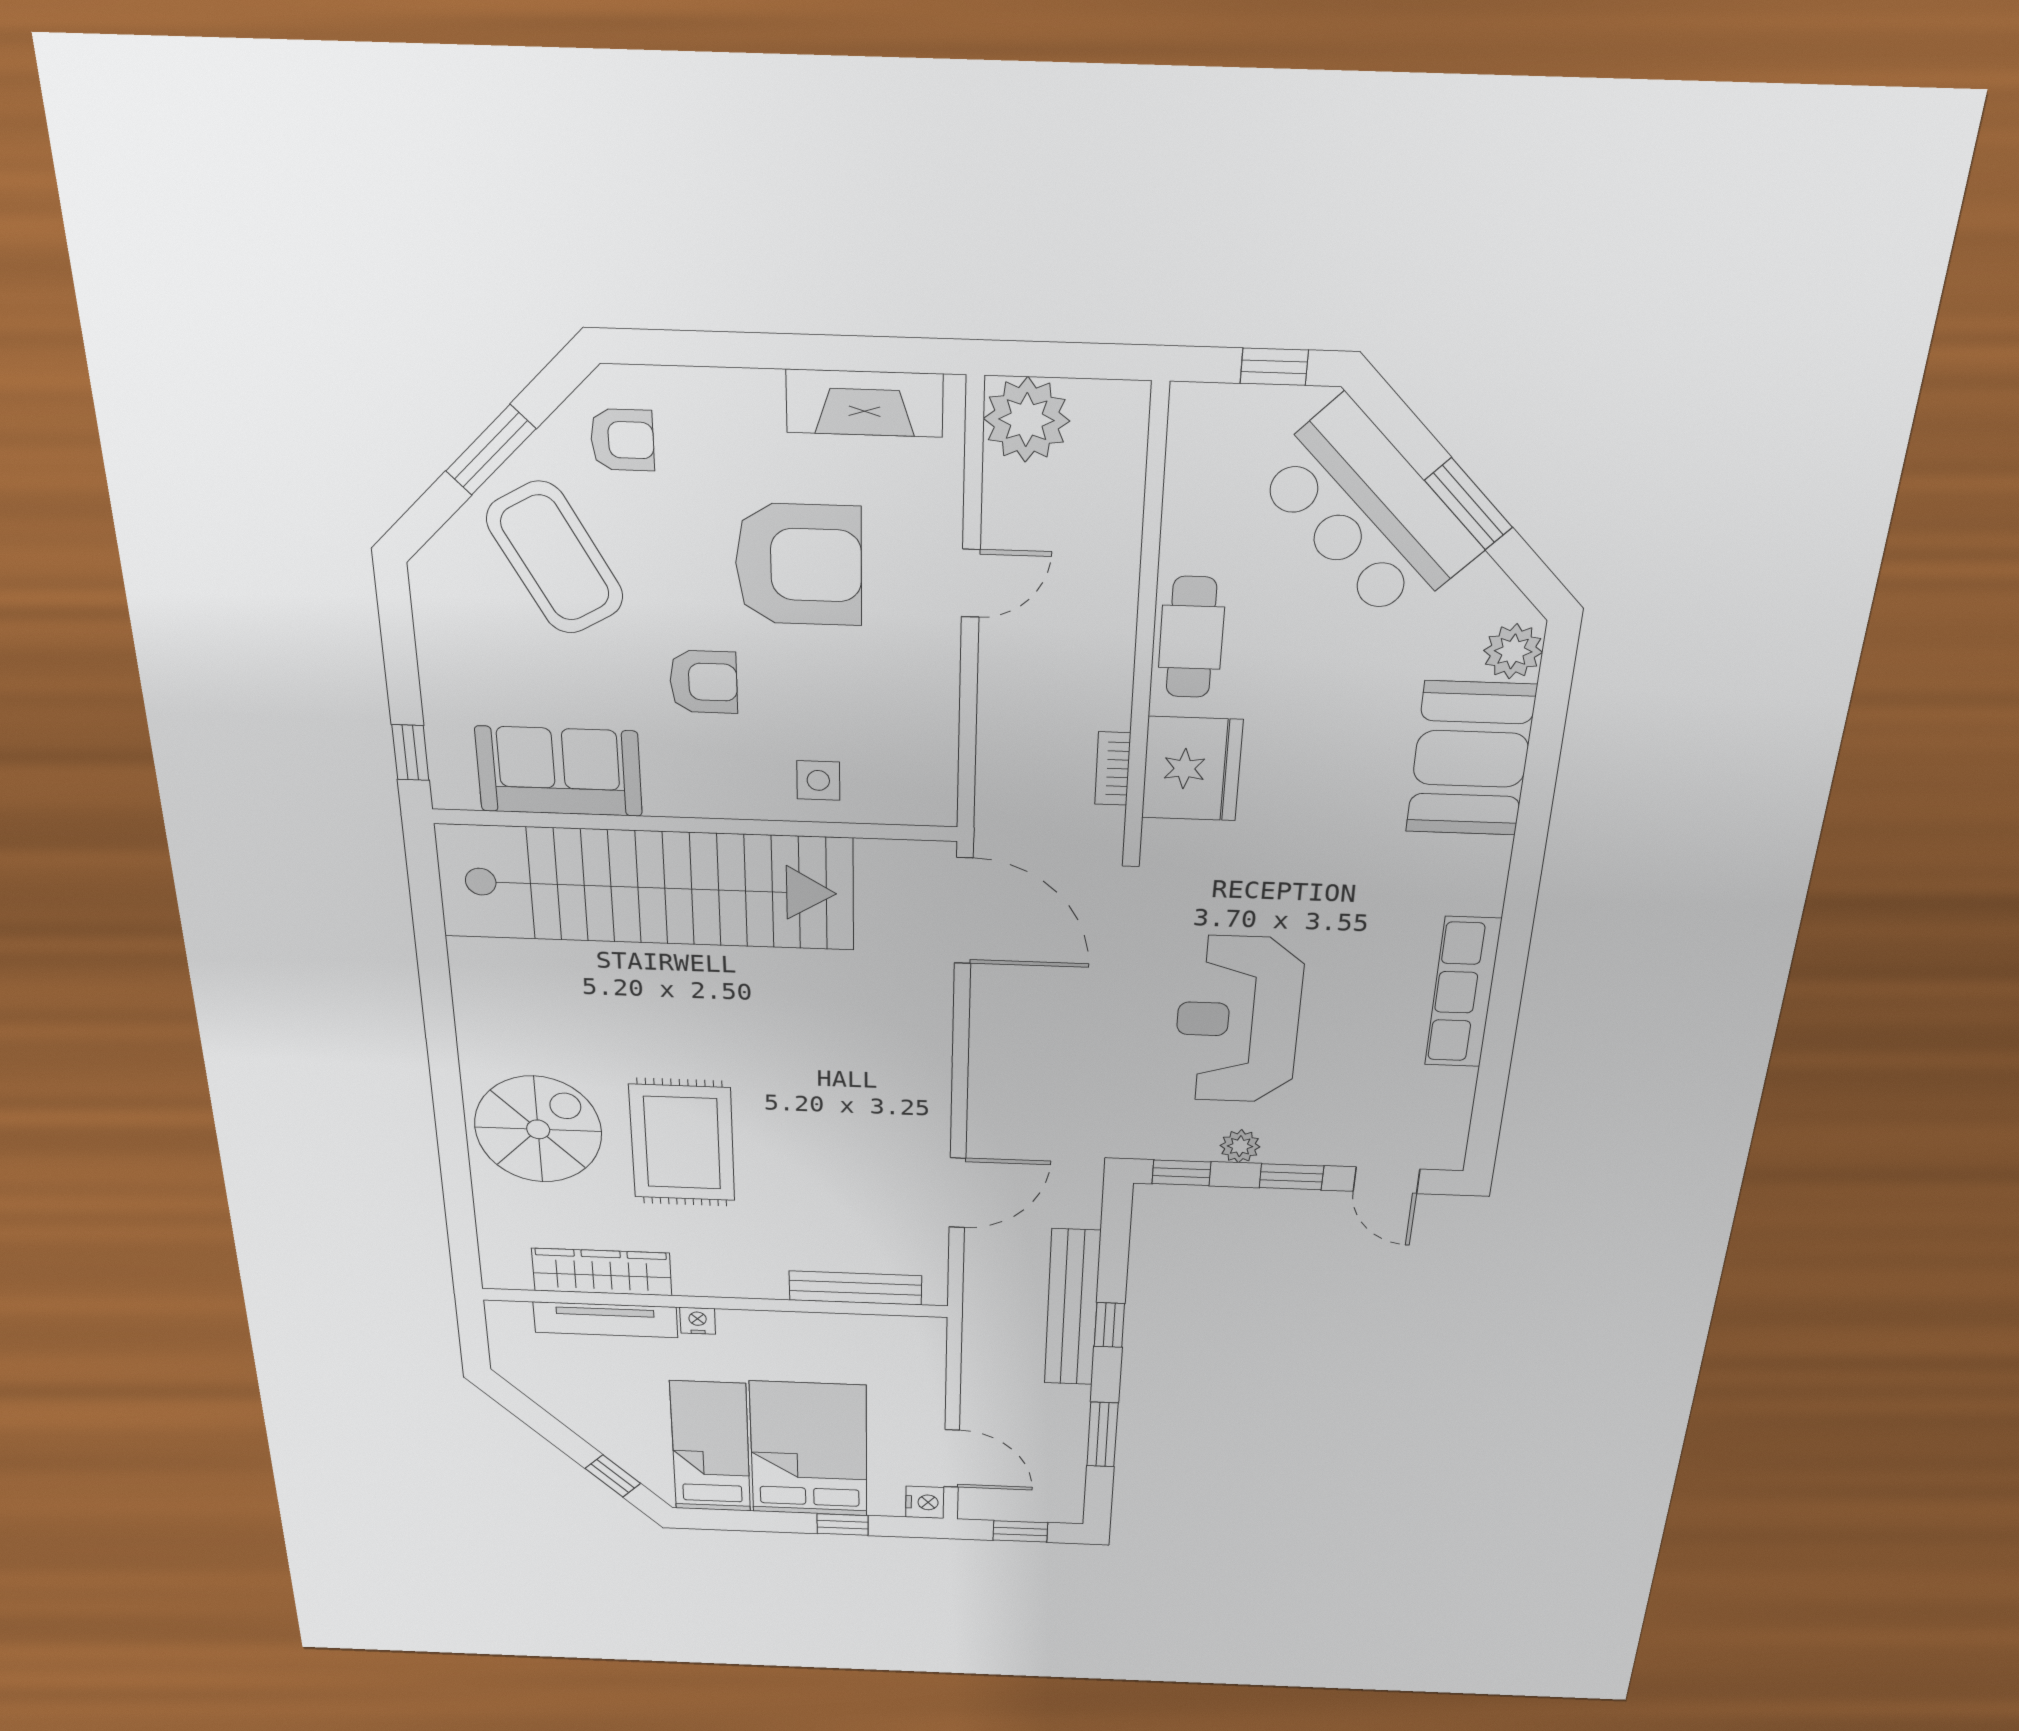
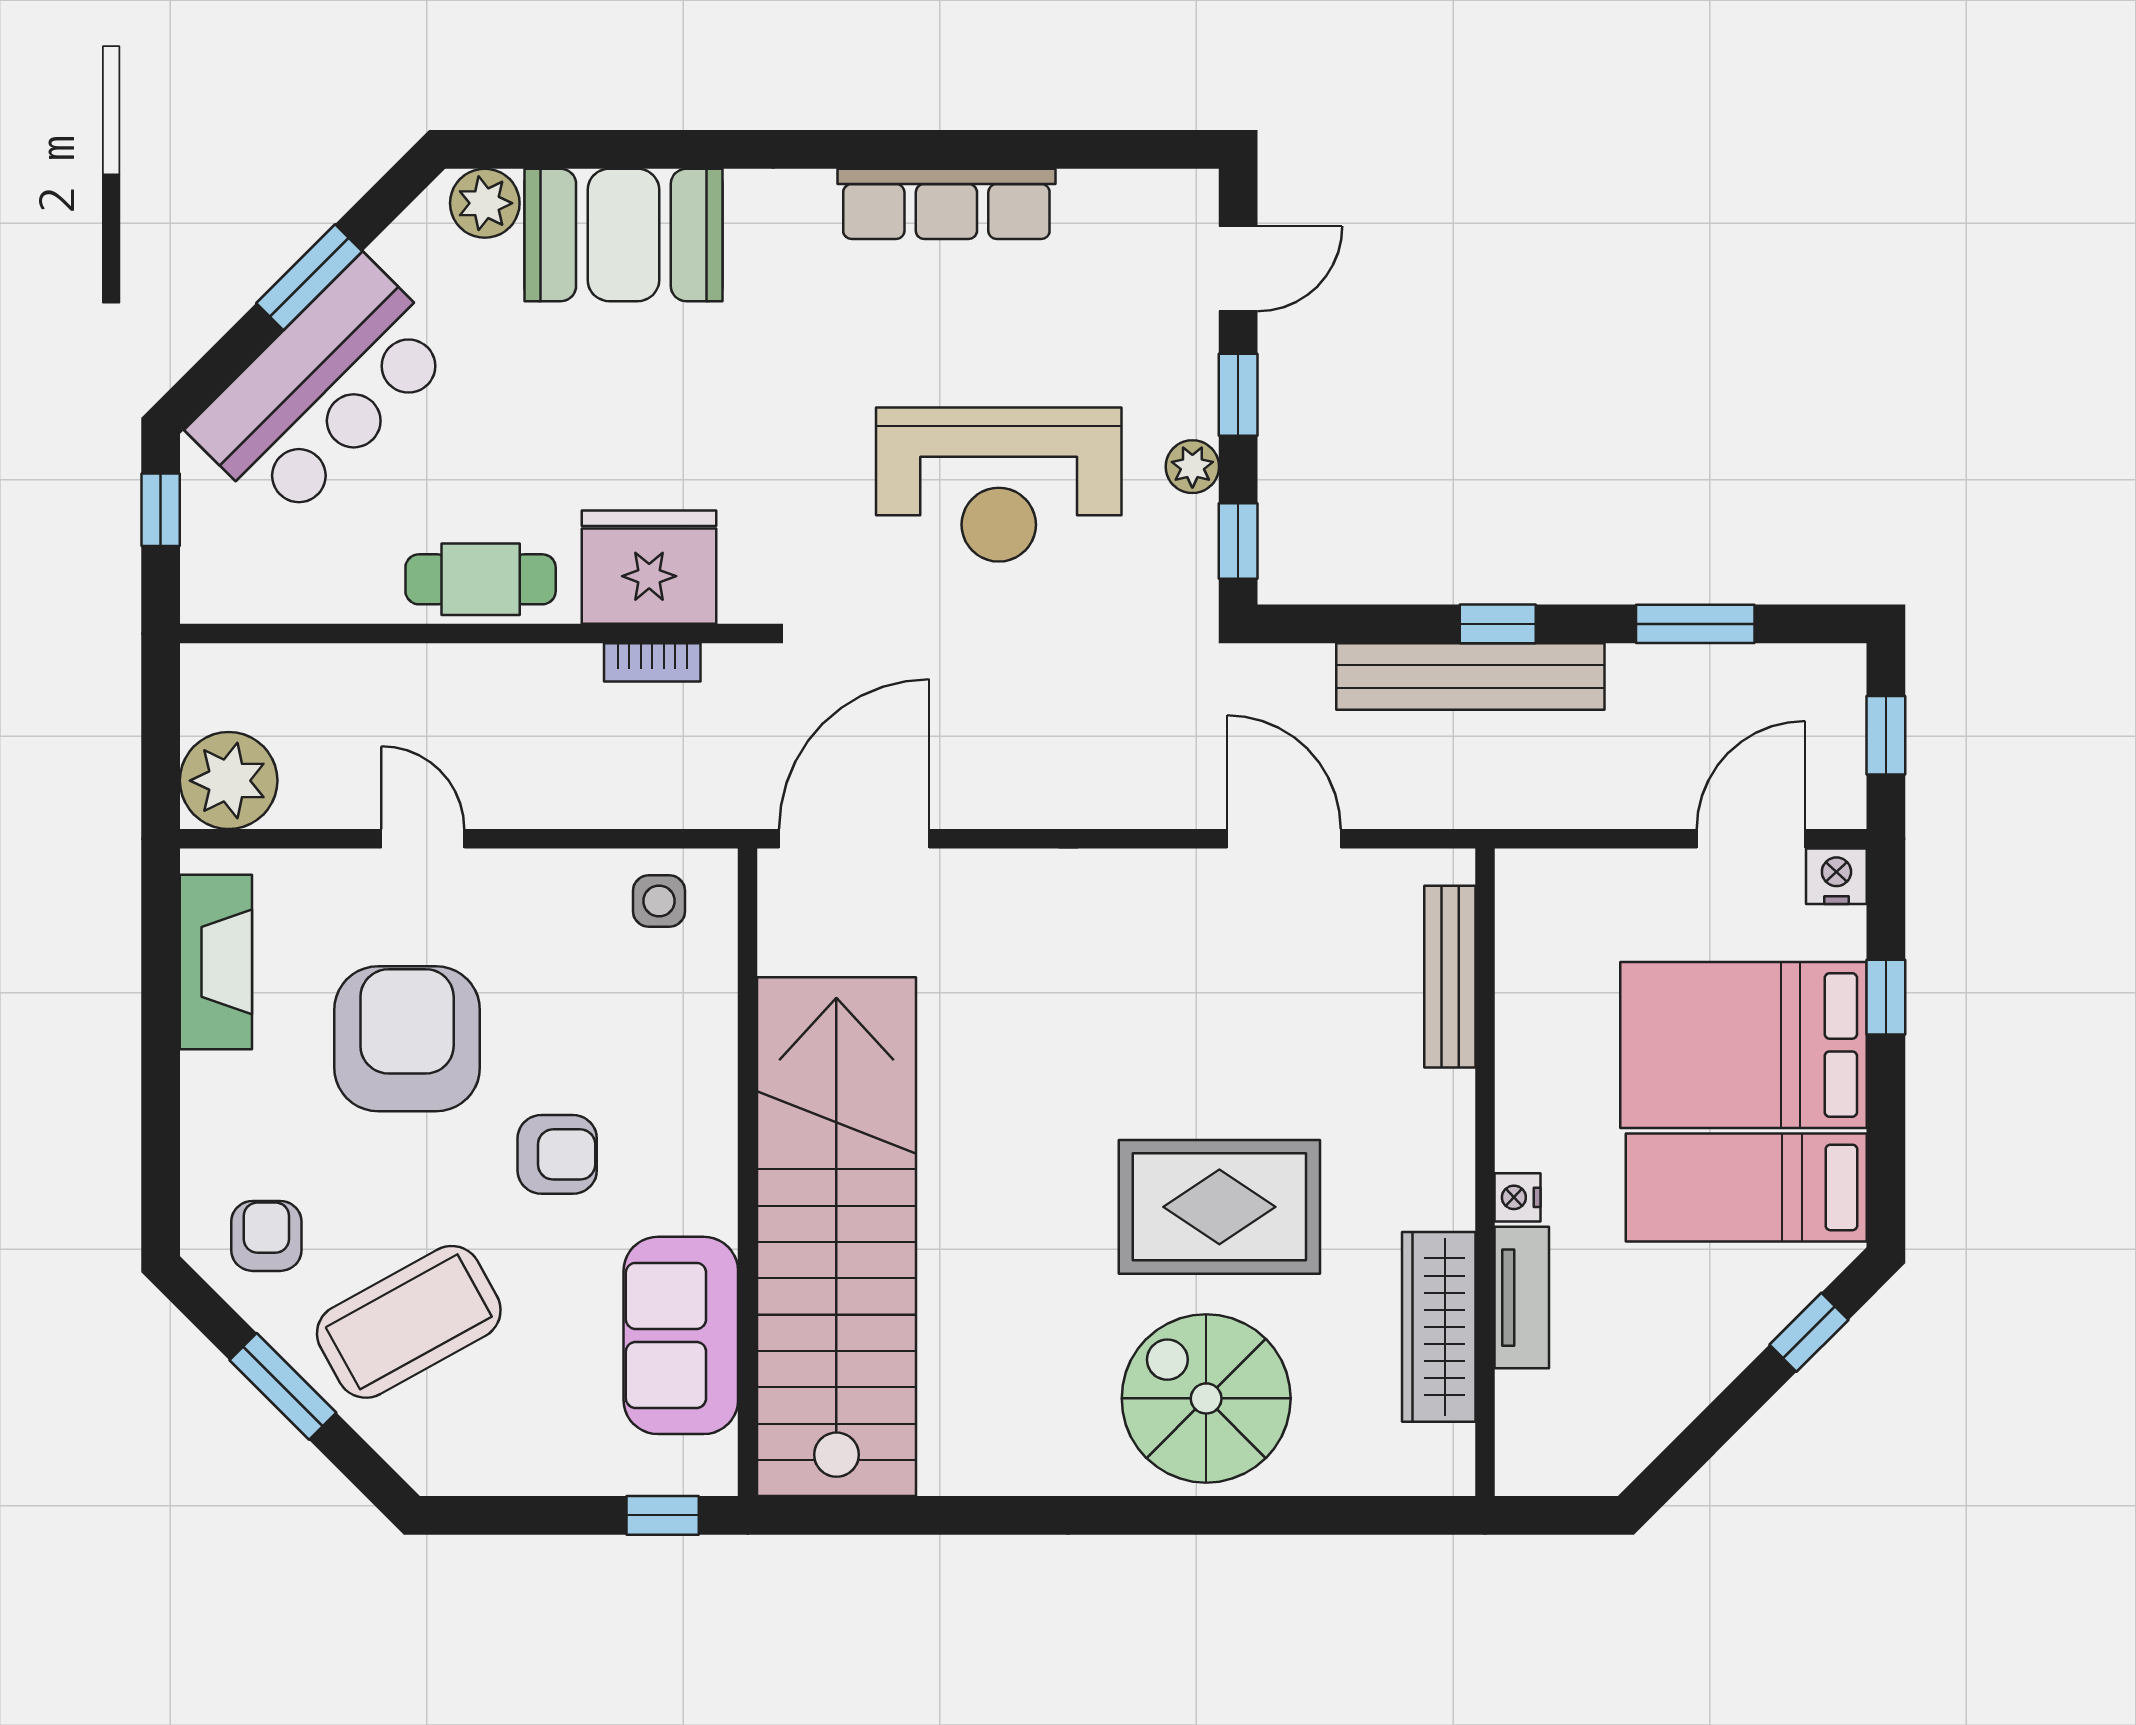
armchair: (704, 682) -> (557, 1154), turned 90
side table: (818, 780) -> (659, 901), moved
tv unit: (606, 1320) -> (1522, 1298), width x0.71

